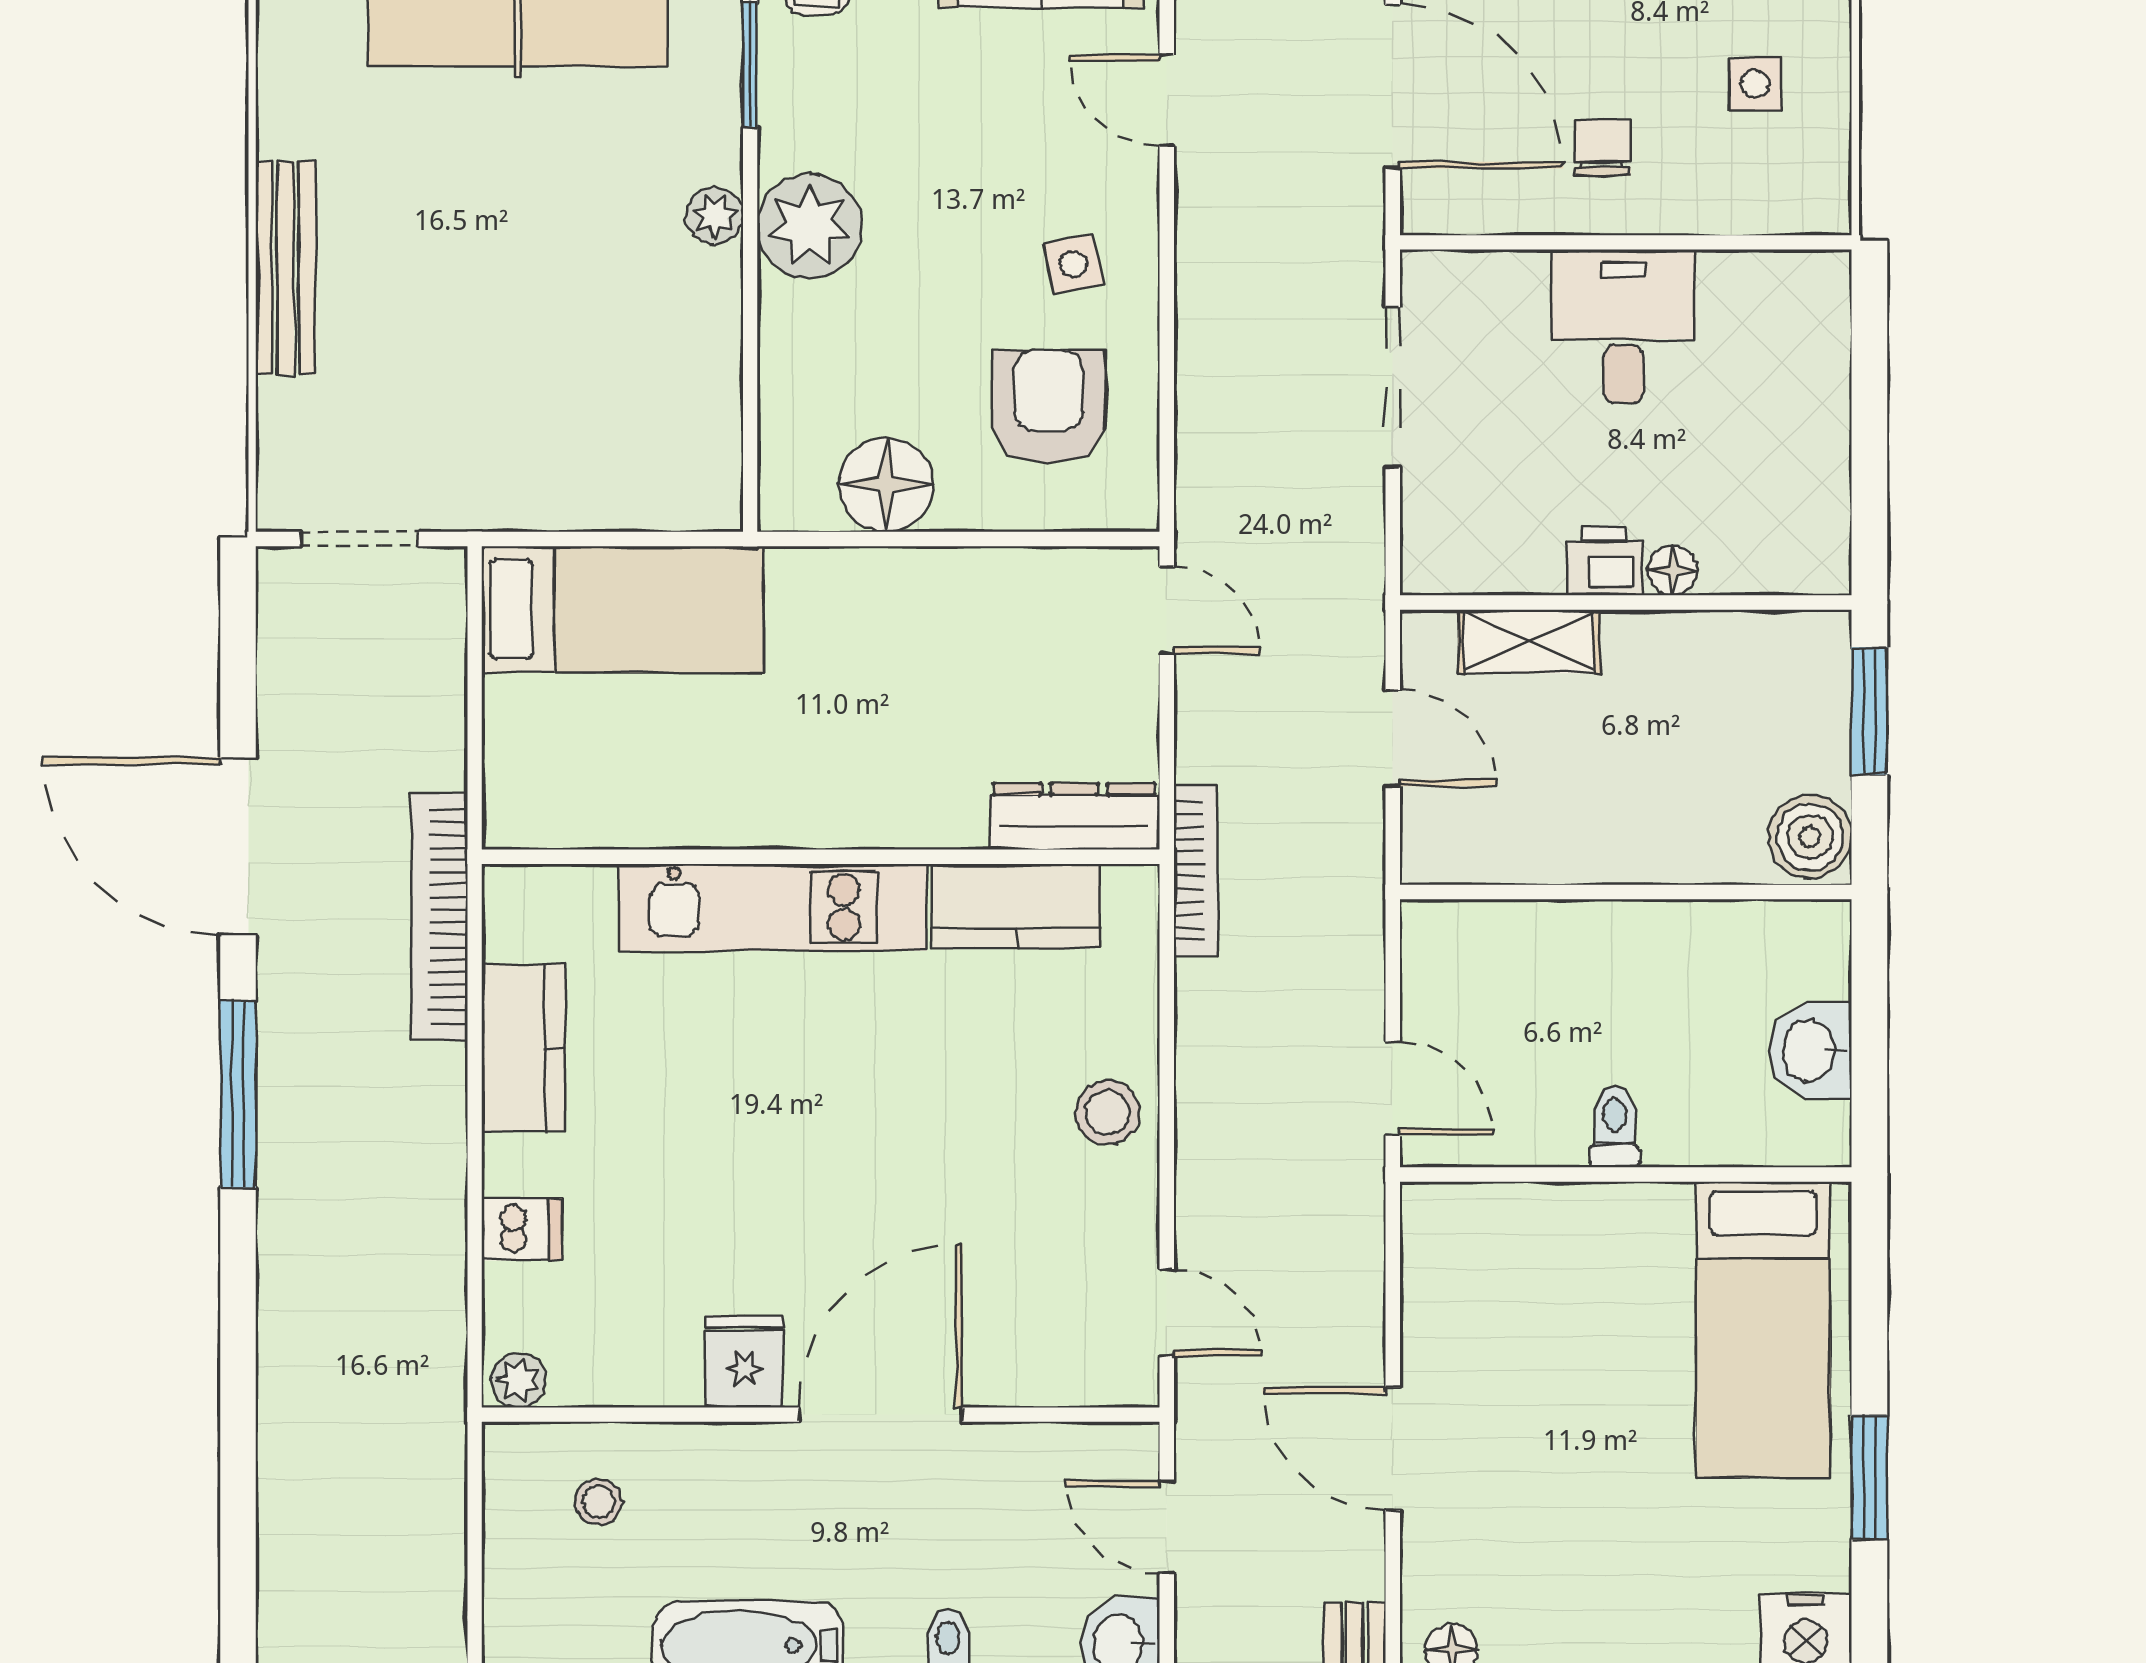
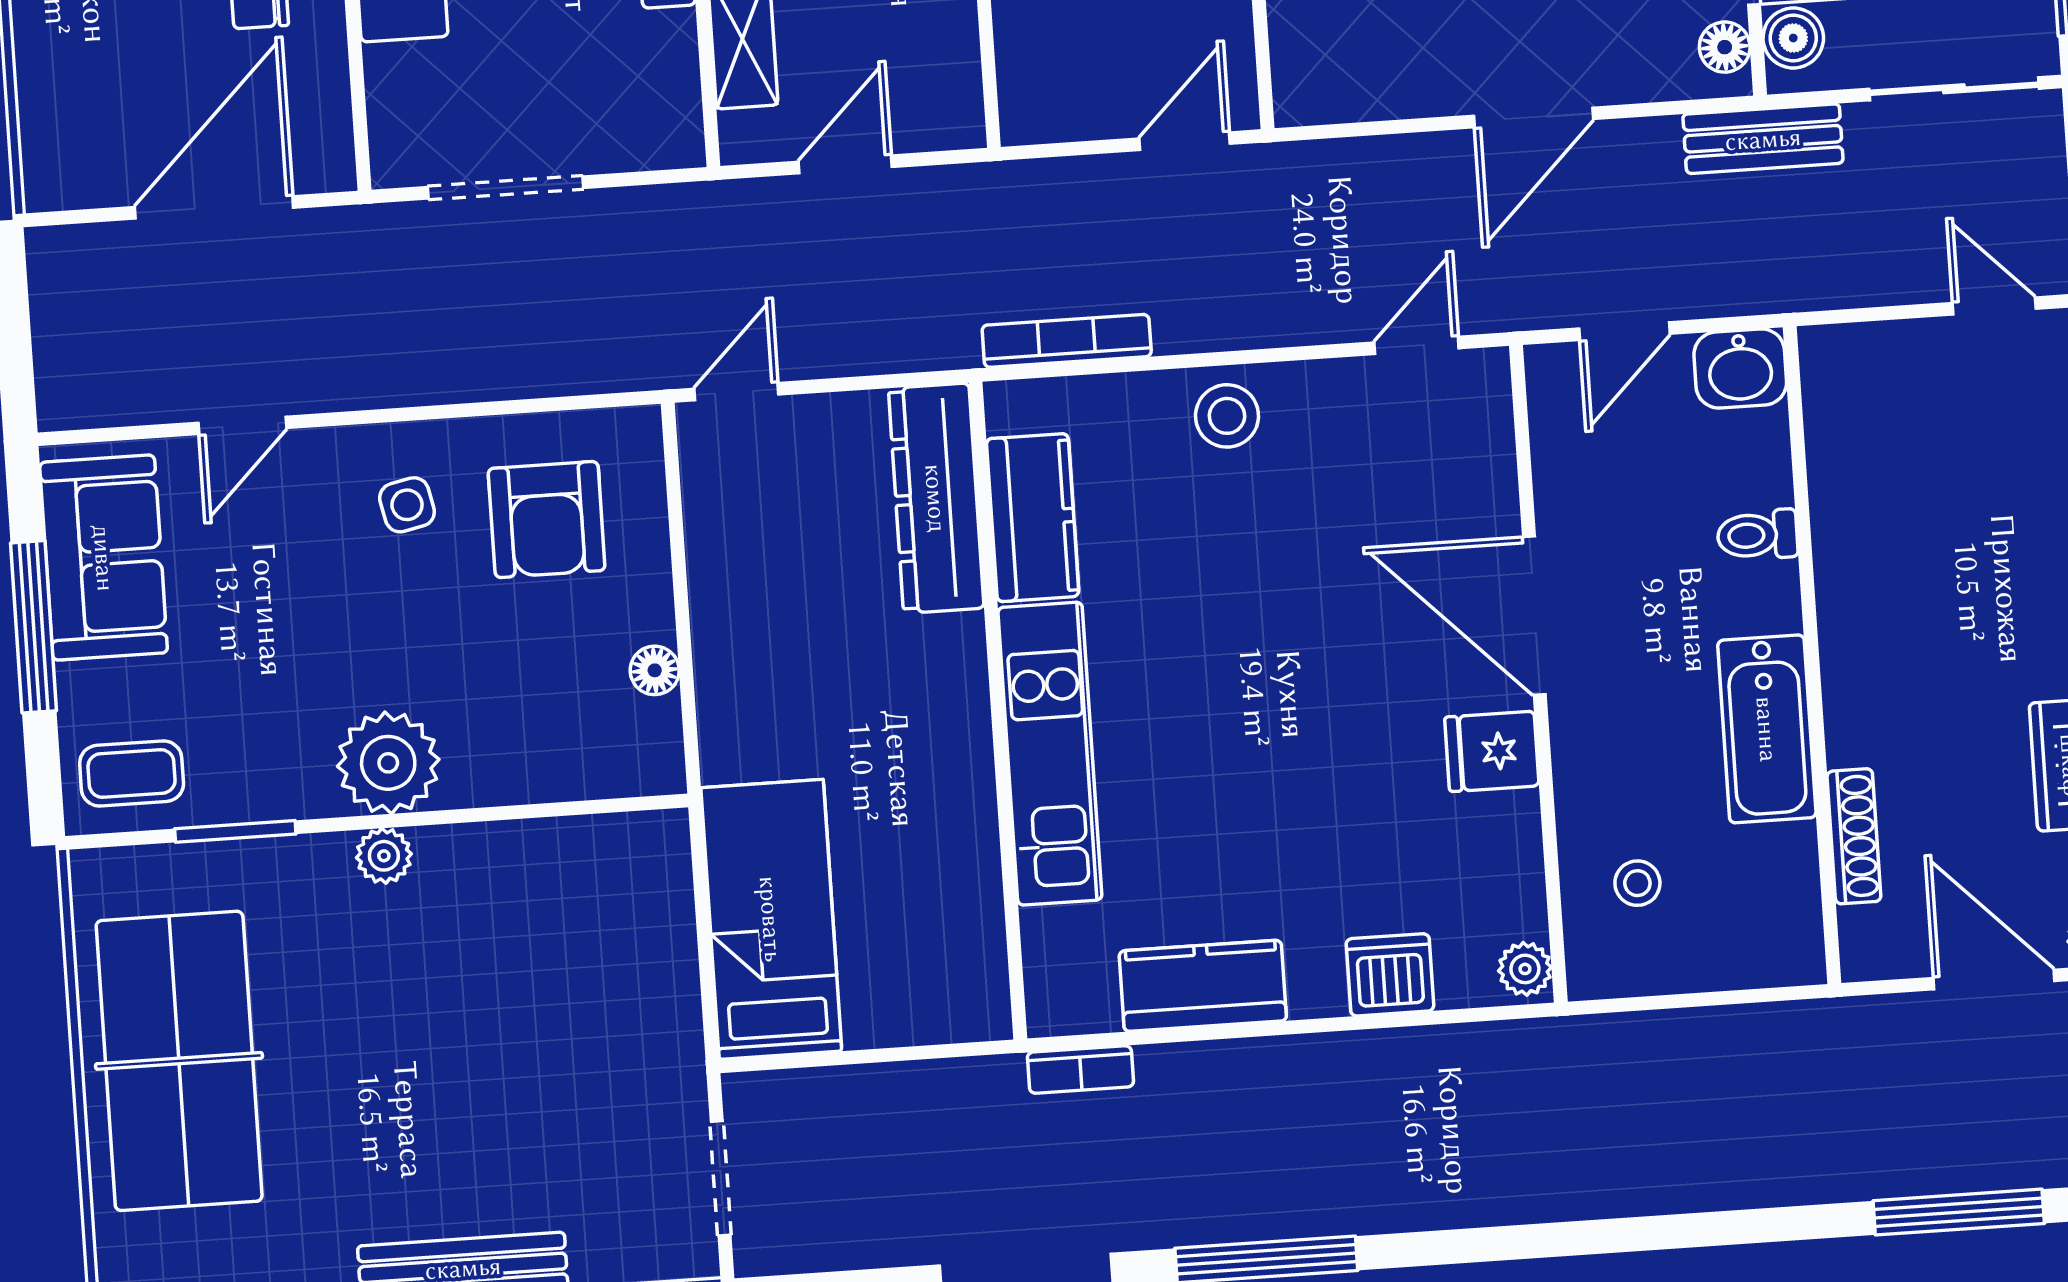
armchair: (1049, 406) -> (547, 519), turned -90
floor lamp: (886, 485) -> (655, 670), width x0.53, depth x0.53
dresser: (1074, 816) -> (936, 498), width x1.37, depth x1.24
bookcase: (1196, 870) -> (1067, 341), moved
bookcase: (439, 916) -> (1080, 1069), width x0.43, depth x0.76
dishwasher: (522, 1229) -> (1390, 975), width x1.38

